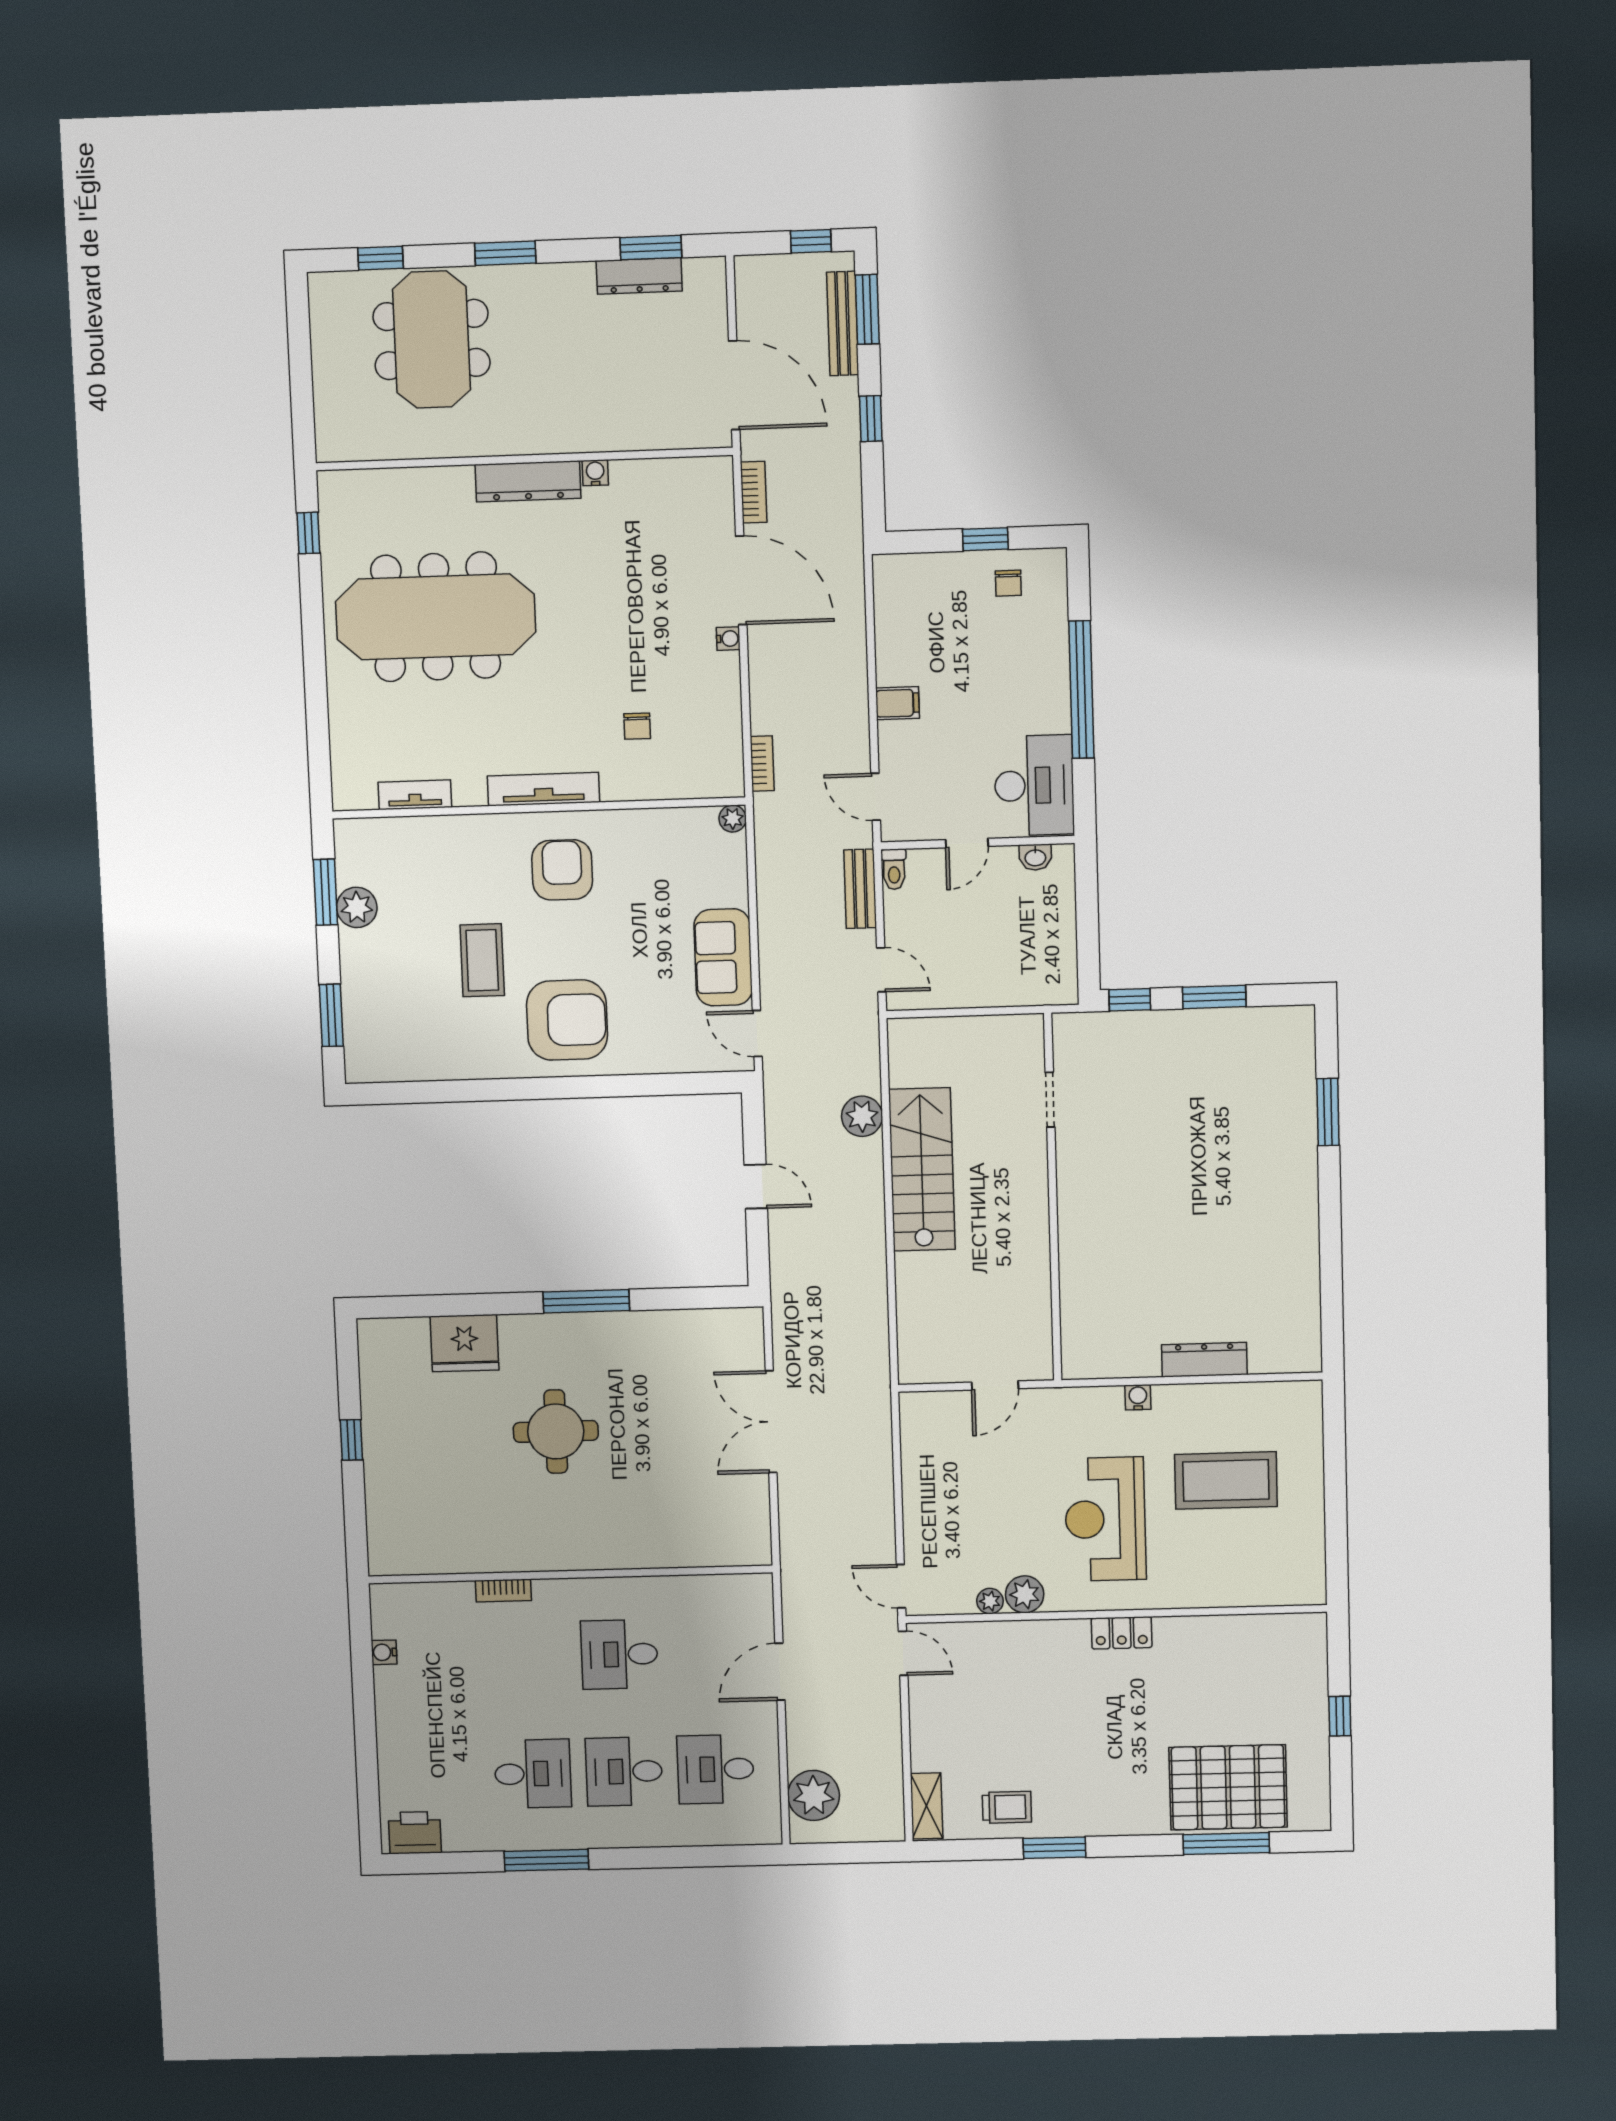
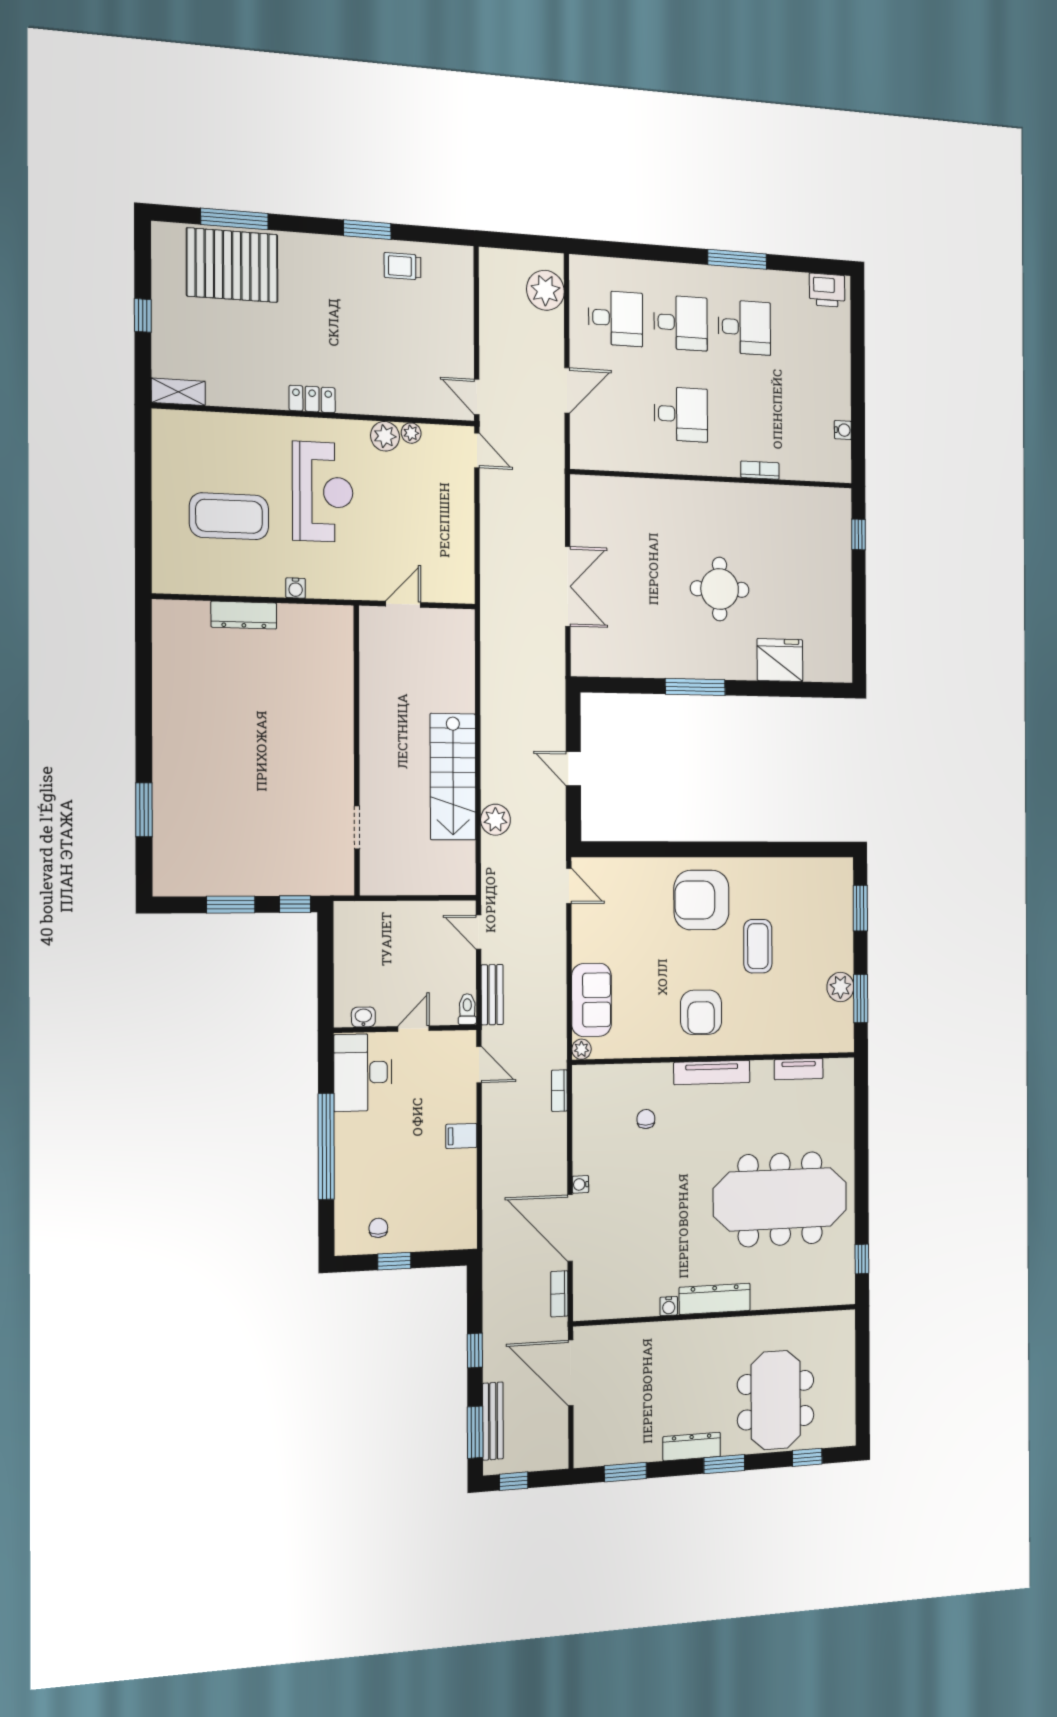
dresser: (639, 276) -> (692, 1447), moved
sofa: (723, 957) -> (591, 1000), moved
window: (351, 1440) -> (859, 534), moved
desk: (533, 1774) -> (744, 327), turned 180
shelving: (927, 1806) -> (178, 392), moved, turned 90

